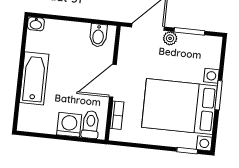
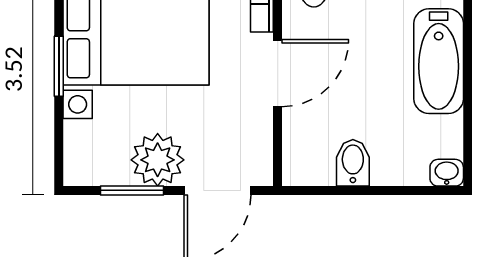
bidet: (98, 35) -> (353, 163), moved
plant: (170, 38) -> (158, 160), width x1.88, depth x1.88

